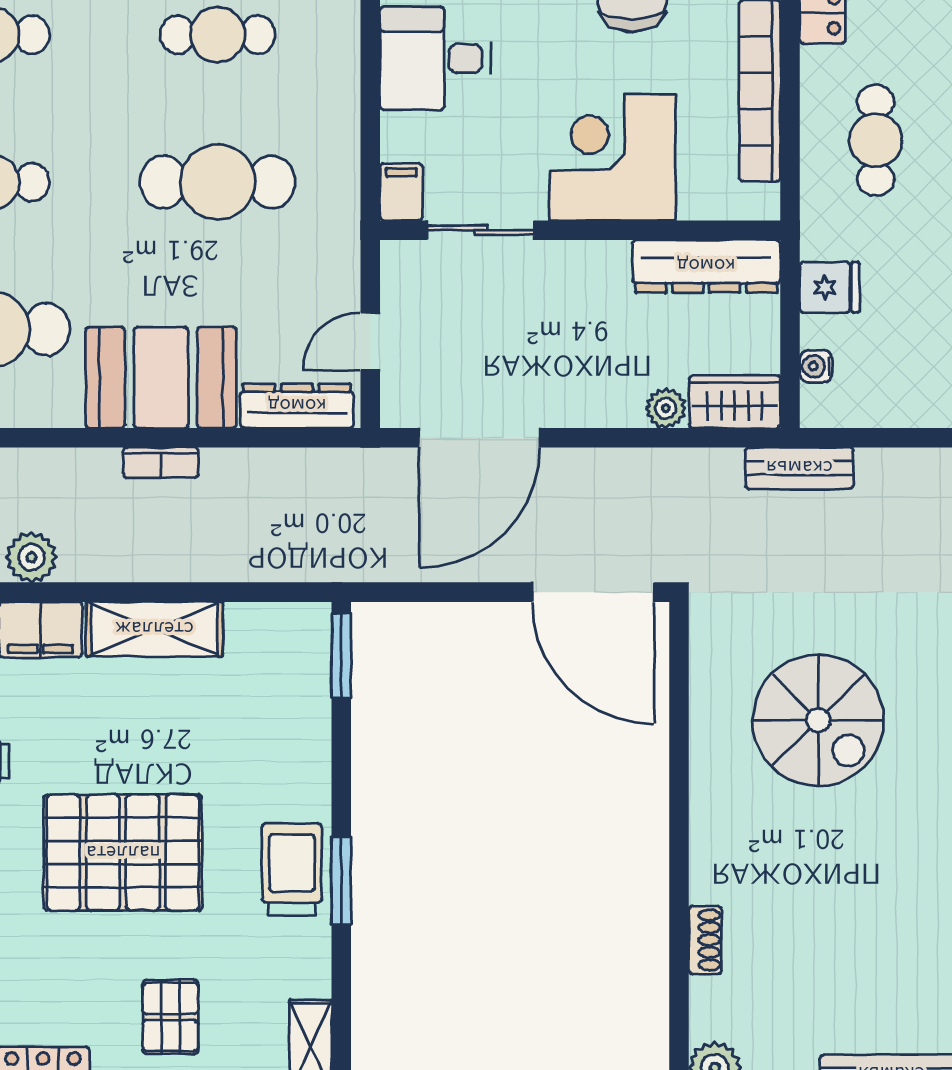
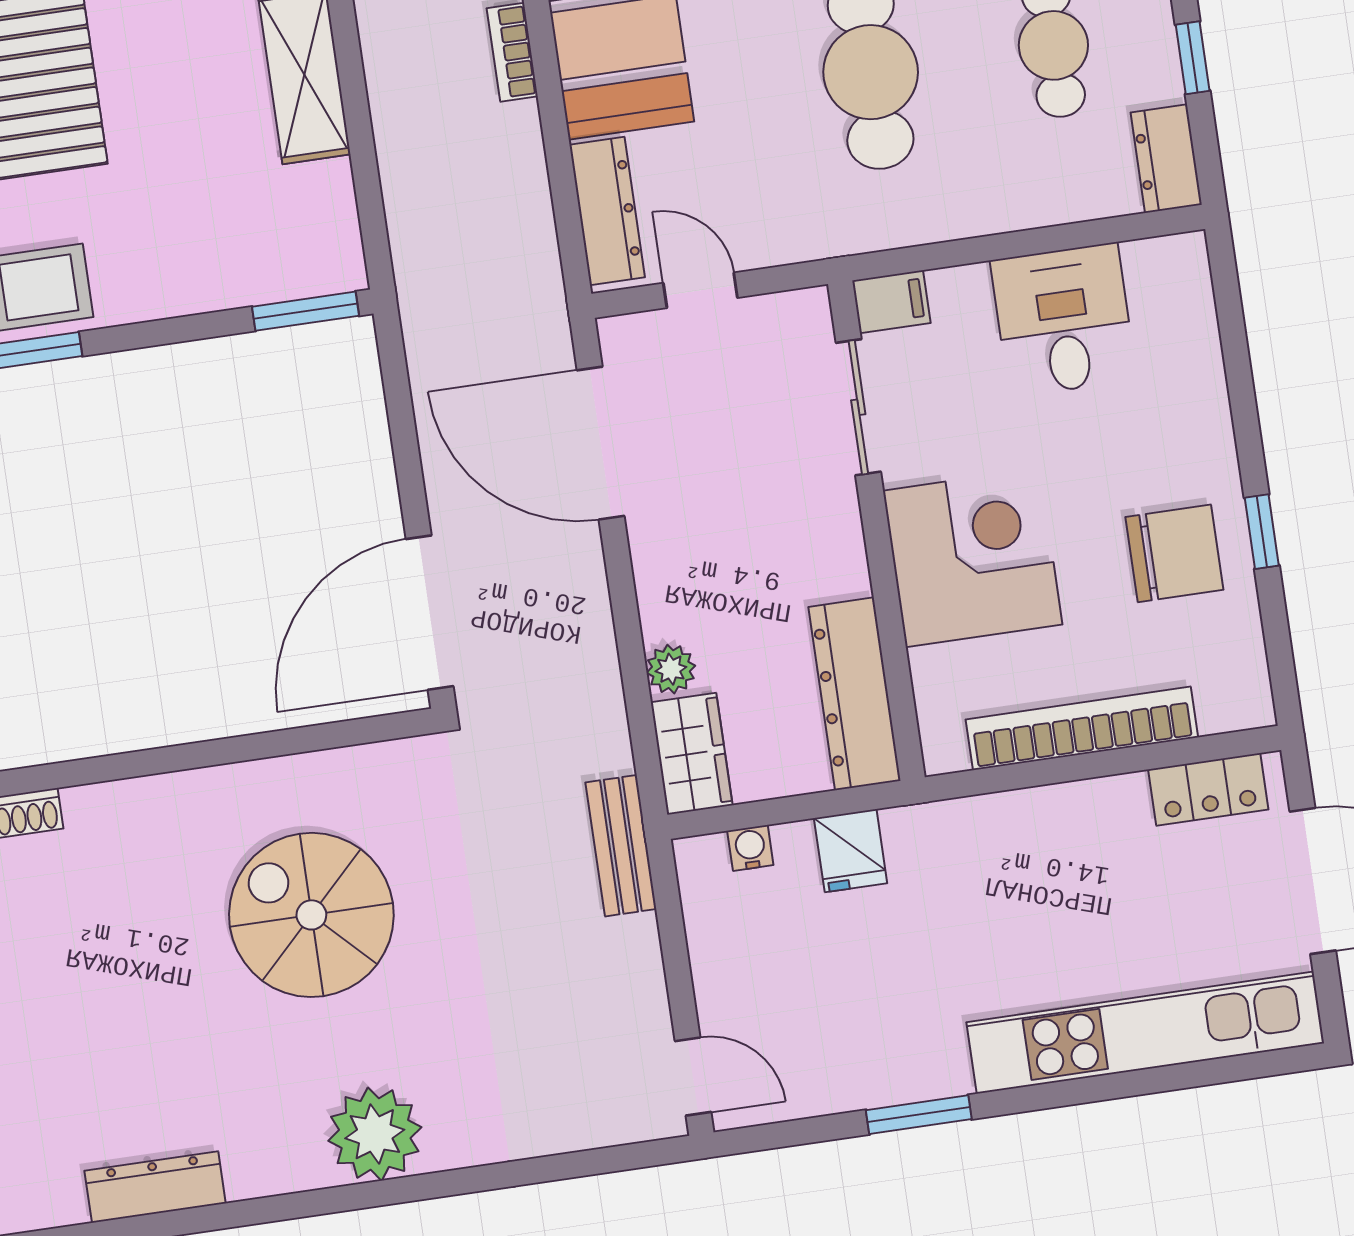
cafe table: (876, 140) -> (1042, 881), removed
spiral stairs: (818, 720) -> (311, 915), turned 90

